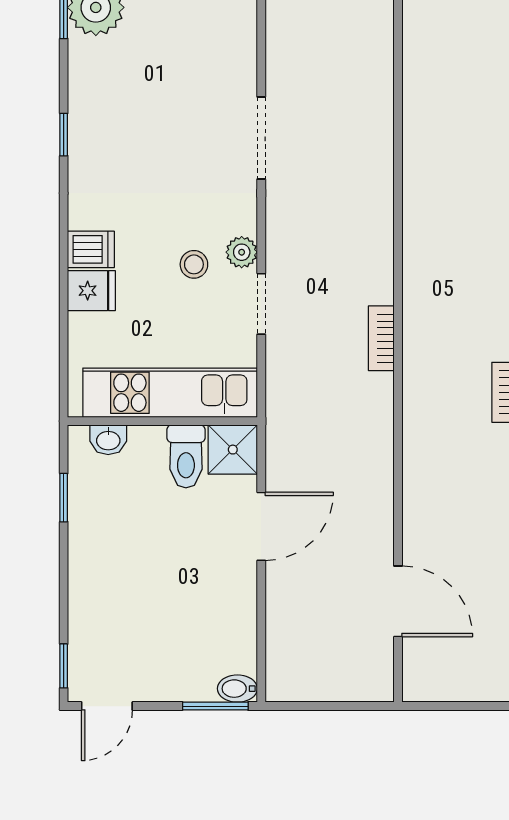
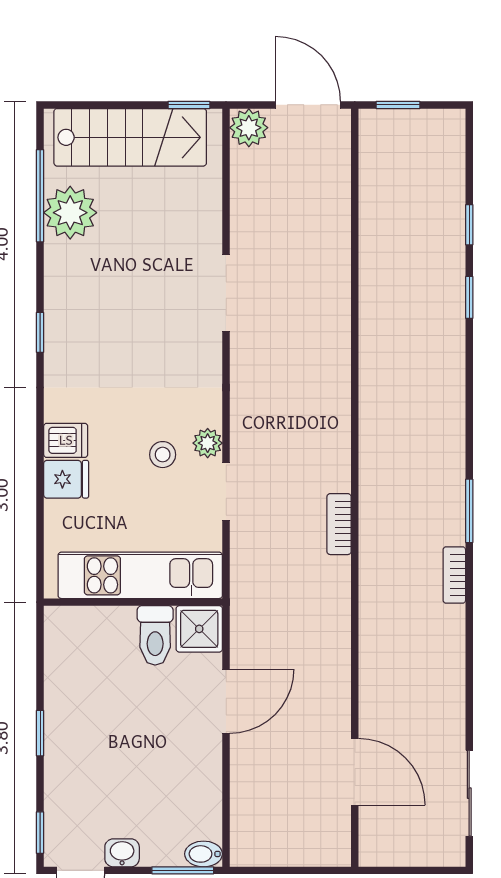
doorway: (261, 138) -> (226, 293), moved
washbasin: (108, 440) -> (122, 853), moved, turned 180
window: (64, 498) -> (40, 733), moved

